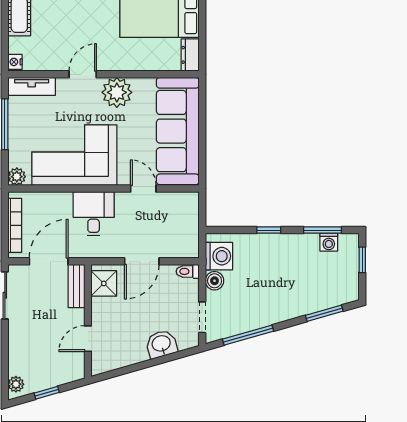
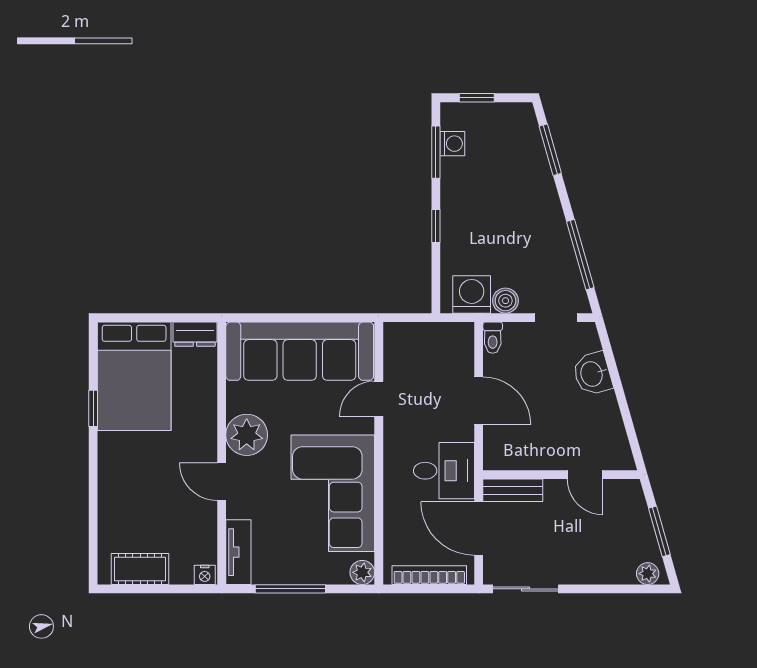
desk: (94, 214) -> (444, 471), moved, turned 180
shower: (104, 283) -> (509, 453), removed
window: (47, 393) -> (659, 531), width x1.50

